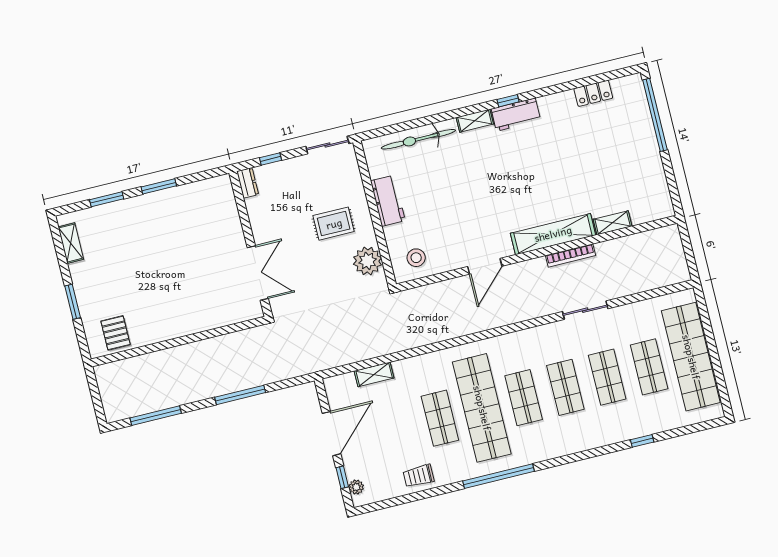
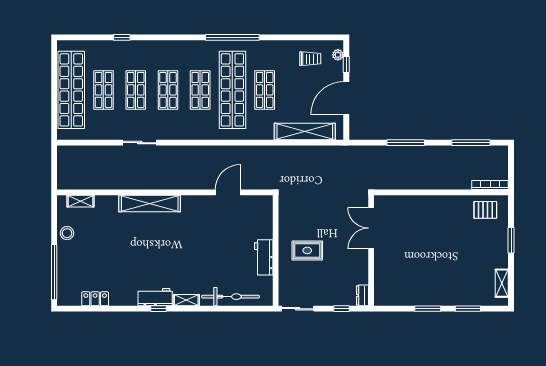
shelving: (613, 223) -> (81, 201), moved
bookcase: (571, 255) -> (490, 185), moved
stool: (416, 258) -> (67, 233), moved
plant: (368, 261) -> (289, 217), removed
door: (485, 266) -> (228, 192), moved
pallet: (116, 333) -> (485, 210), turned 90
shelving: (374, 374) -> (305, 131), width x2.20, depth x1.33
trolley: (419, 476) -> (310, 59), moved

